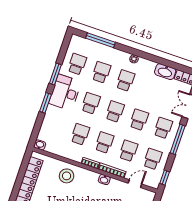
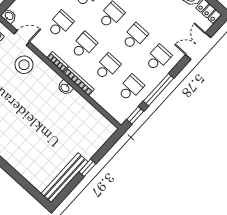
window: (178, 139) -> (159, 90), moved
door: (135, 184) -> (22, 38), moved

